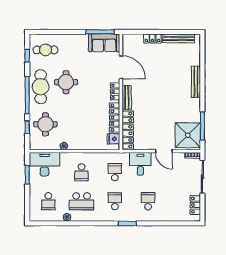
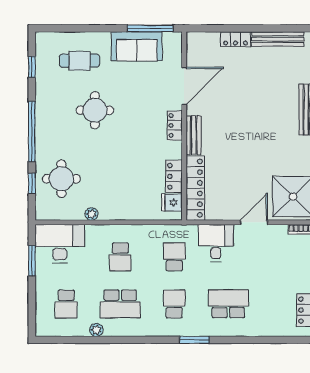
sofa: (104, 43) -> (137, 46), moved
cafe table: (46, 50) -> (80, 61), moved
door: (121, 67) -> (184, 86), hinge flipped
cafe table: (41, 87) -> (54, 118), removed
locker: (115, 118) -> (174, 176), width x0.66
door: (164, 151) -> (254, 222), swing flipped
school desk: (148, 201) -> (228, 304), width x1.85

